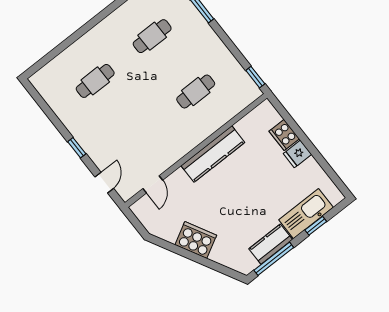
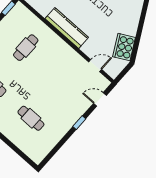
cafe table: (196, 92) -> (26, 48), turned 90
cooker: (196, 240) -> (124, 47), moved

